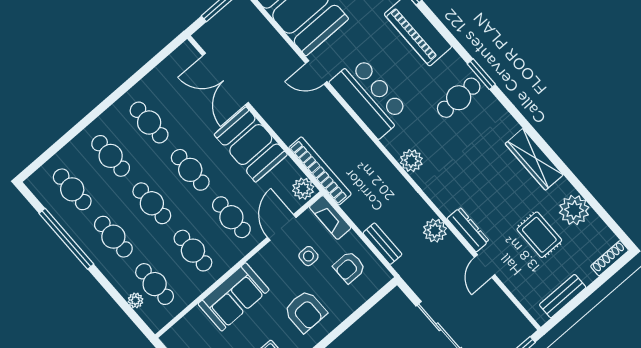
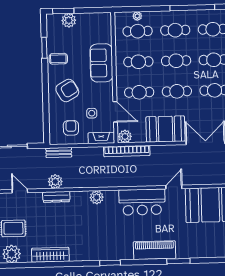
cafe table: (459, 98) -> (108, 243), removed
dresser: (468, 230) -> (56, 197), moved
bench: (382, 244) -> (59, 152), moved
armchair: (305, 311) -> (67, 91), turned 150

